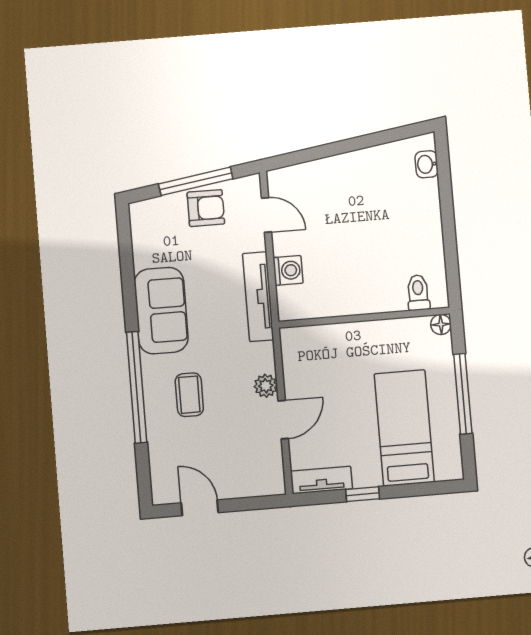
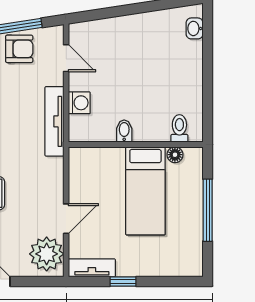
bidet: (348, 302) -> (124, 131), added
floor lamp: (441, 324) -> (175, 155), moved
plant: (266, 386) -> (47, 254), moved, width x1.88, depth x1.88
bed: (404, 428) -> (145, 191), moved, turned 180

